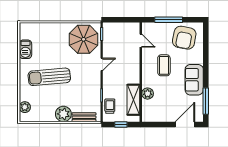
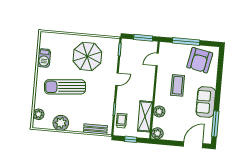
window: (125, 20) -> (143, 38), added
parasol: (84, 39) -> (87, 56), moved
door: (141, 41) -> (157, 59), swing flipped
plant: (63, 114) -> (61, 123), moved
plant: (148, 116) -> (157, 133), added

